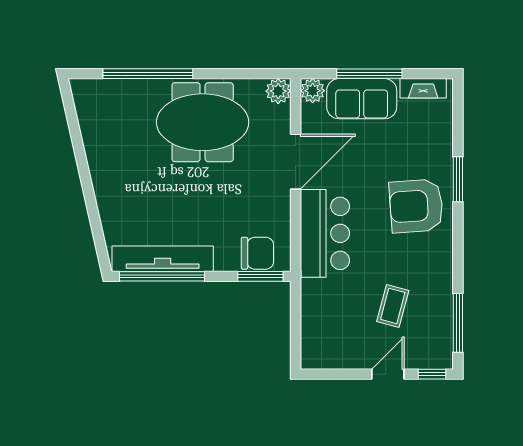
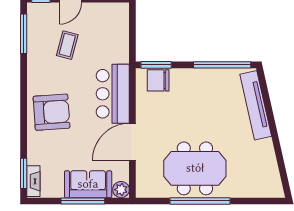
window: (148, 74) -> (200, 201), moved
fireplace: (423, 88) -> (33, 181), moved, turned 90
plant: (278, 91) -> (144, 189), removed
window: (458, 179) -> (24, 173), moved
tv unit: (163, 259) -> (256, 105), moved, turned 77

